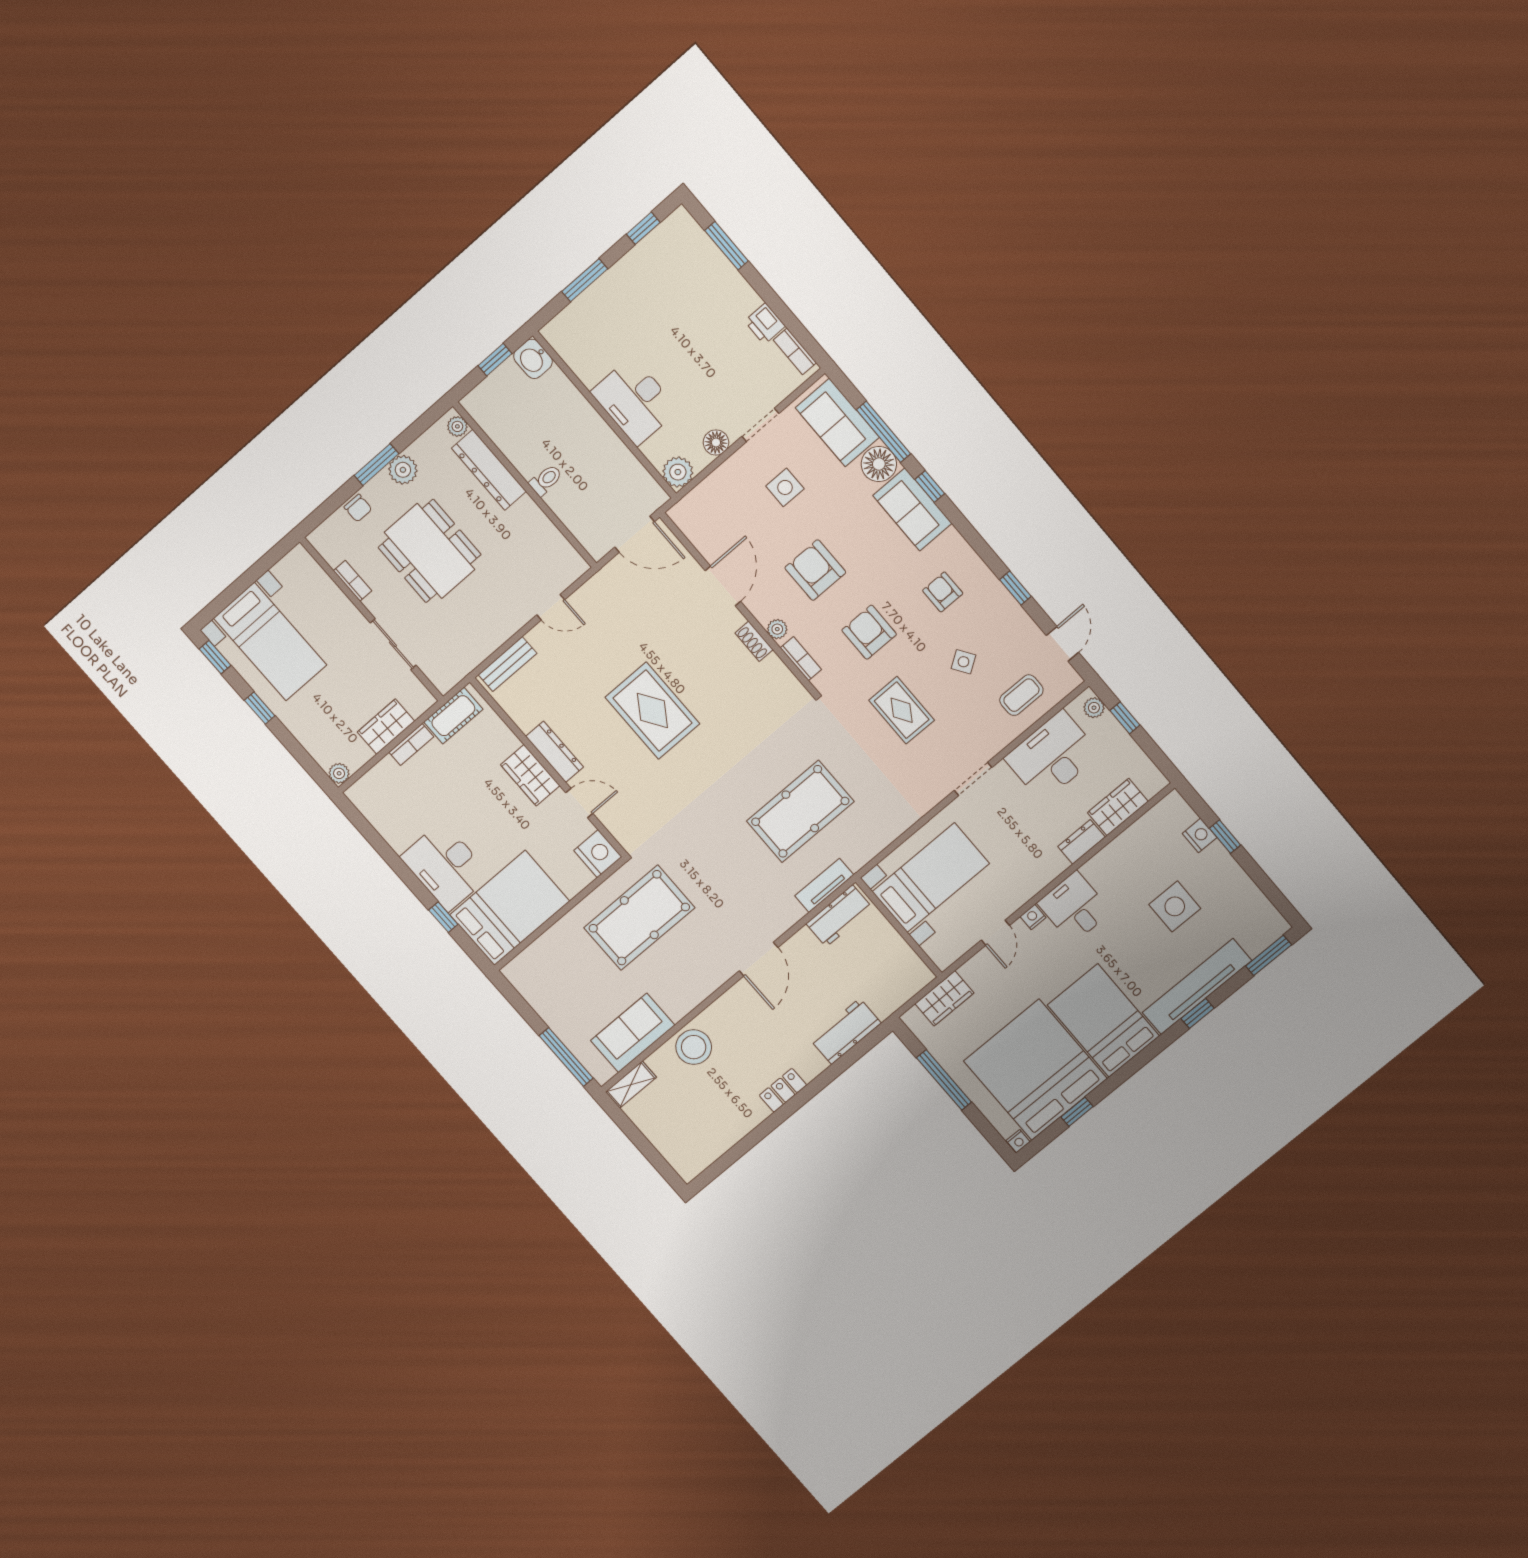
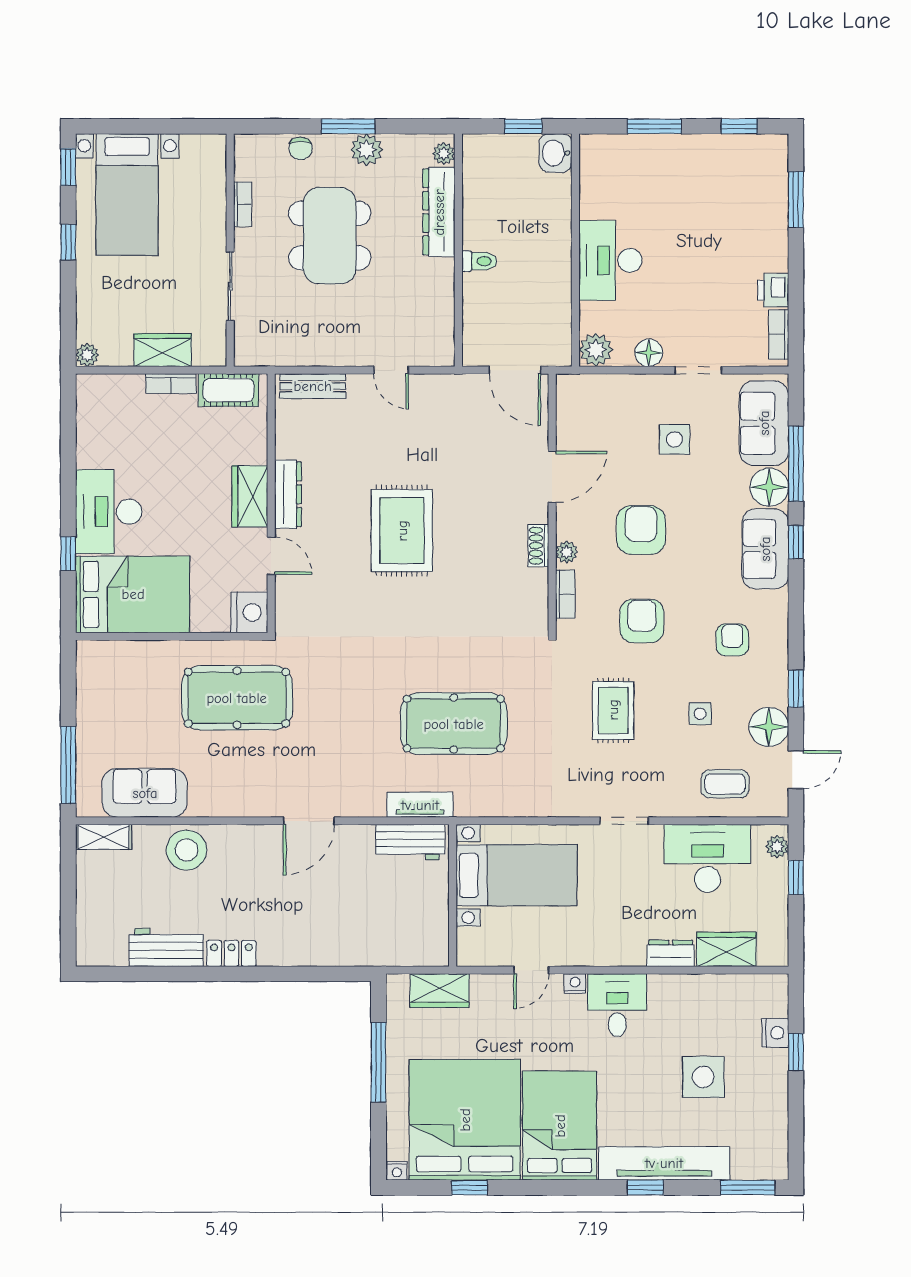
floor lamp: (1019, 630) -> (769, 727), added
side table: (963, 662) -> (700, 714), turned 34
workbench: (846, 1031) -> (166, 947), moved

